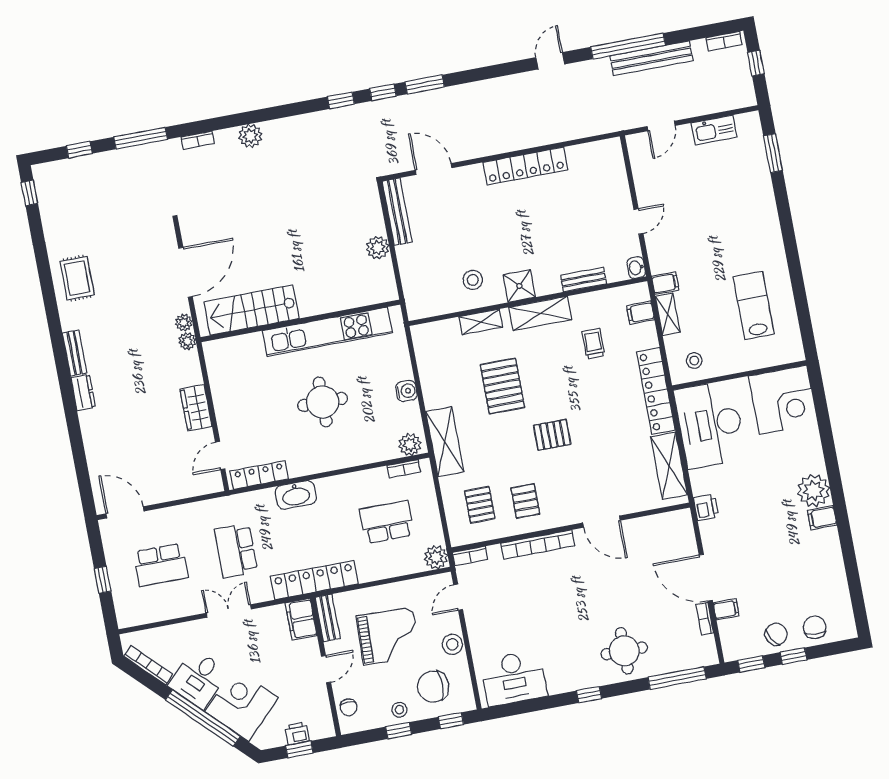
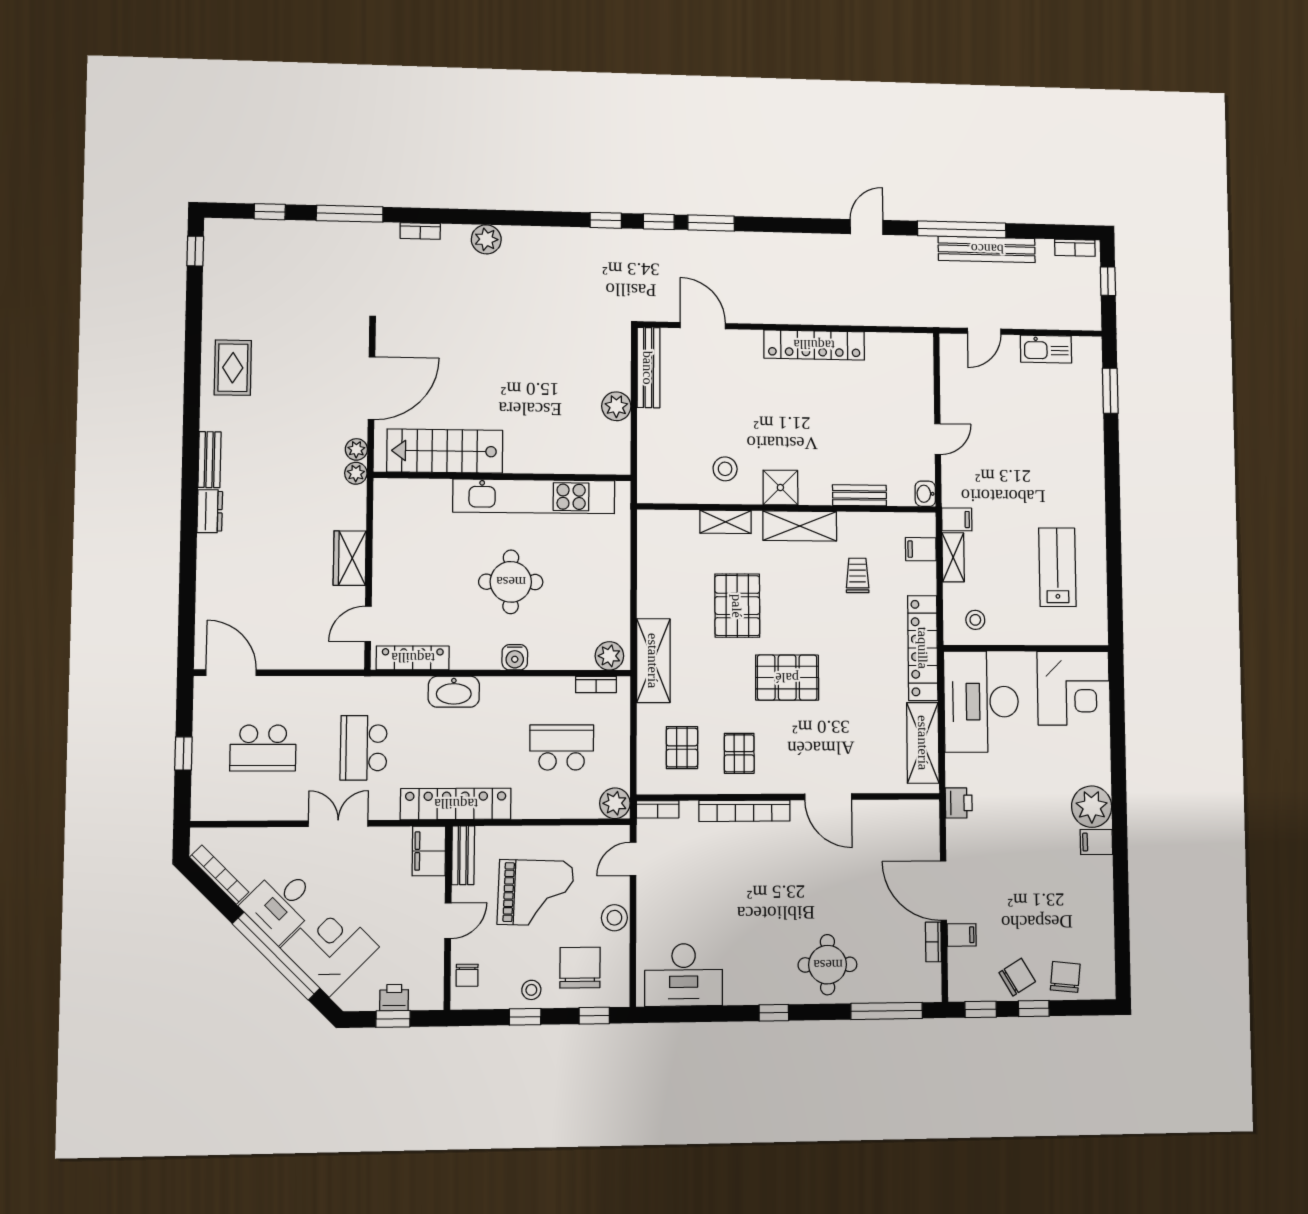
water cooler: (406, 391) -> (515, 657), moved, turned 90
pallet: (552, 435) -> (787, 678), width x1.50, depth x1.42
chair: (433, 687) -> (580, 968), turned 90

